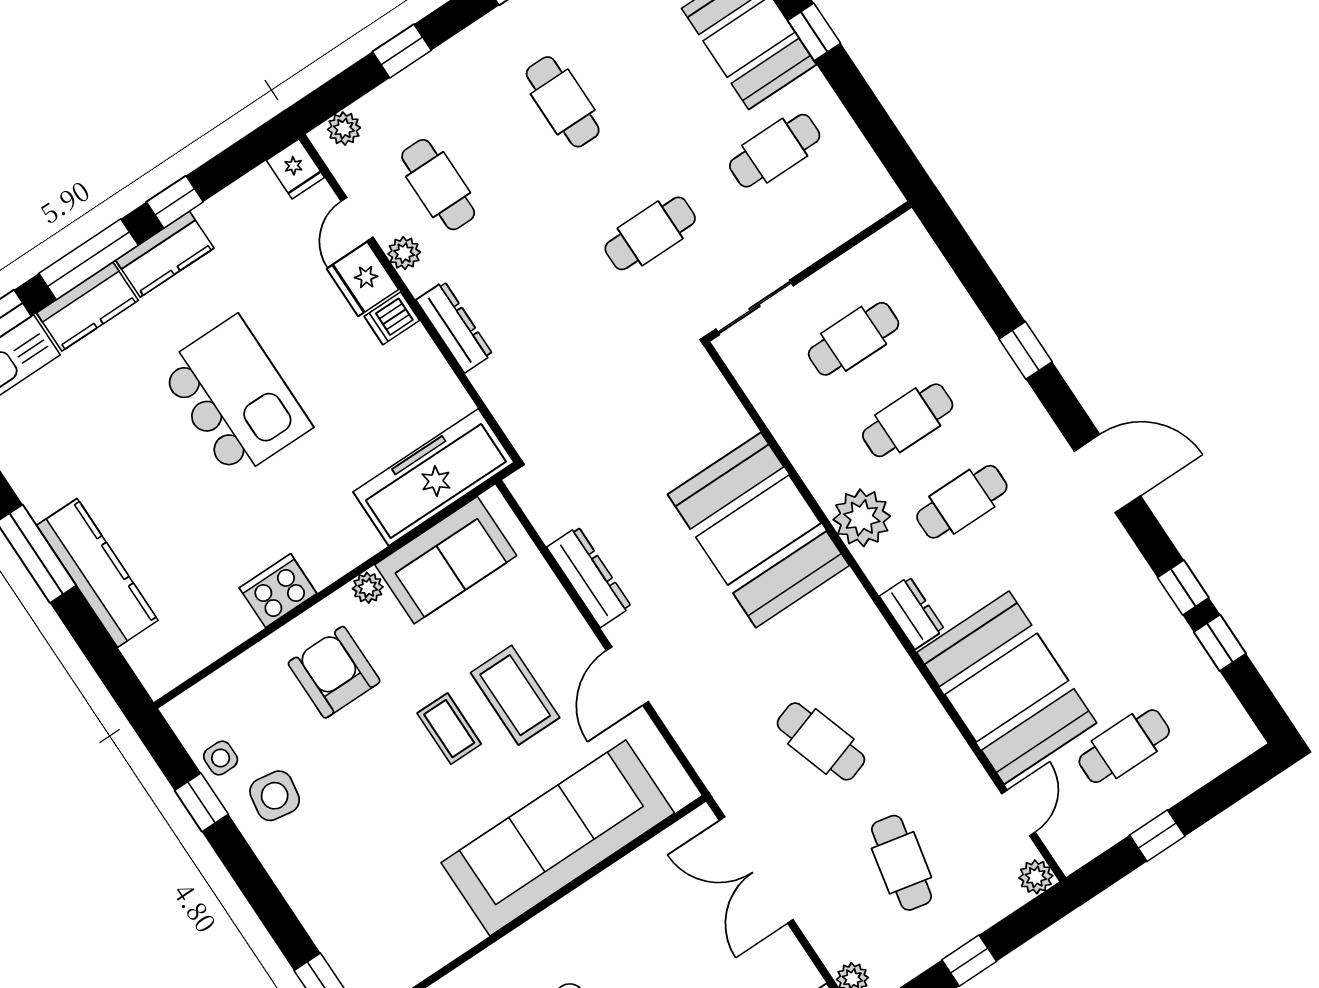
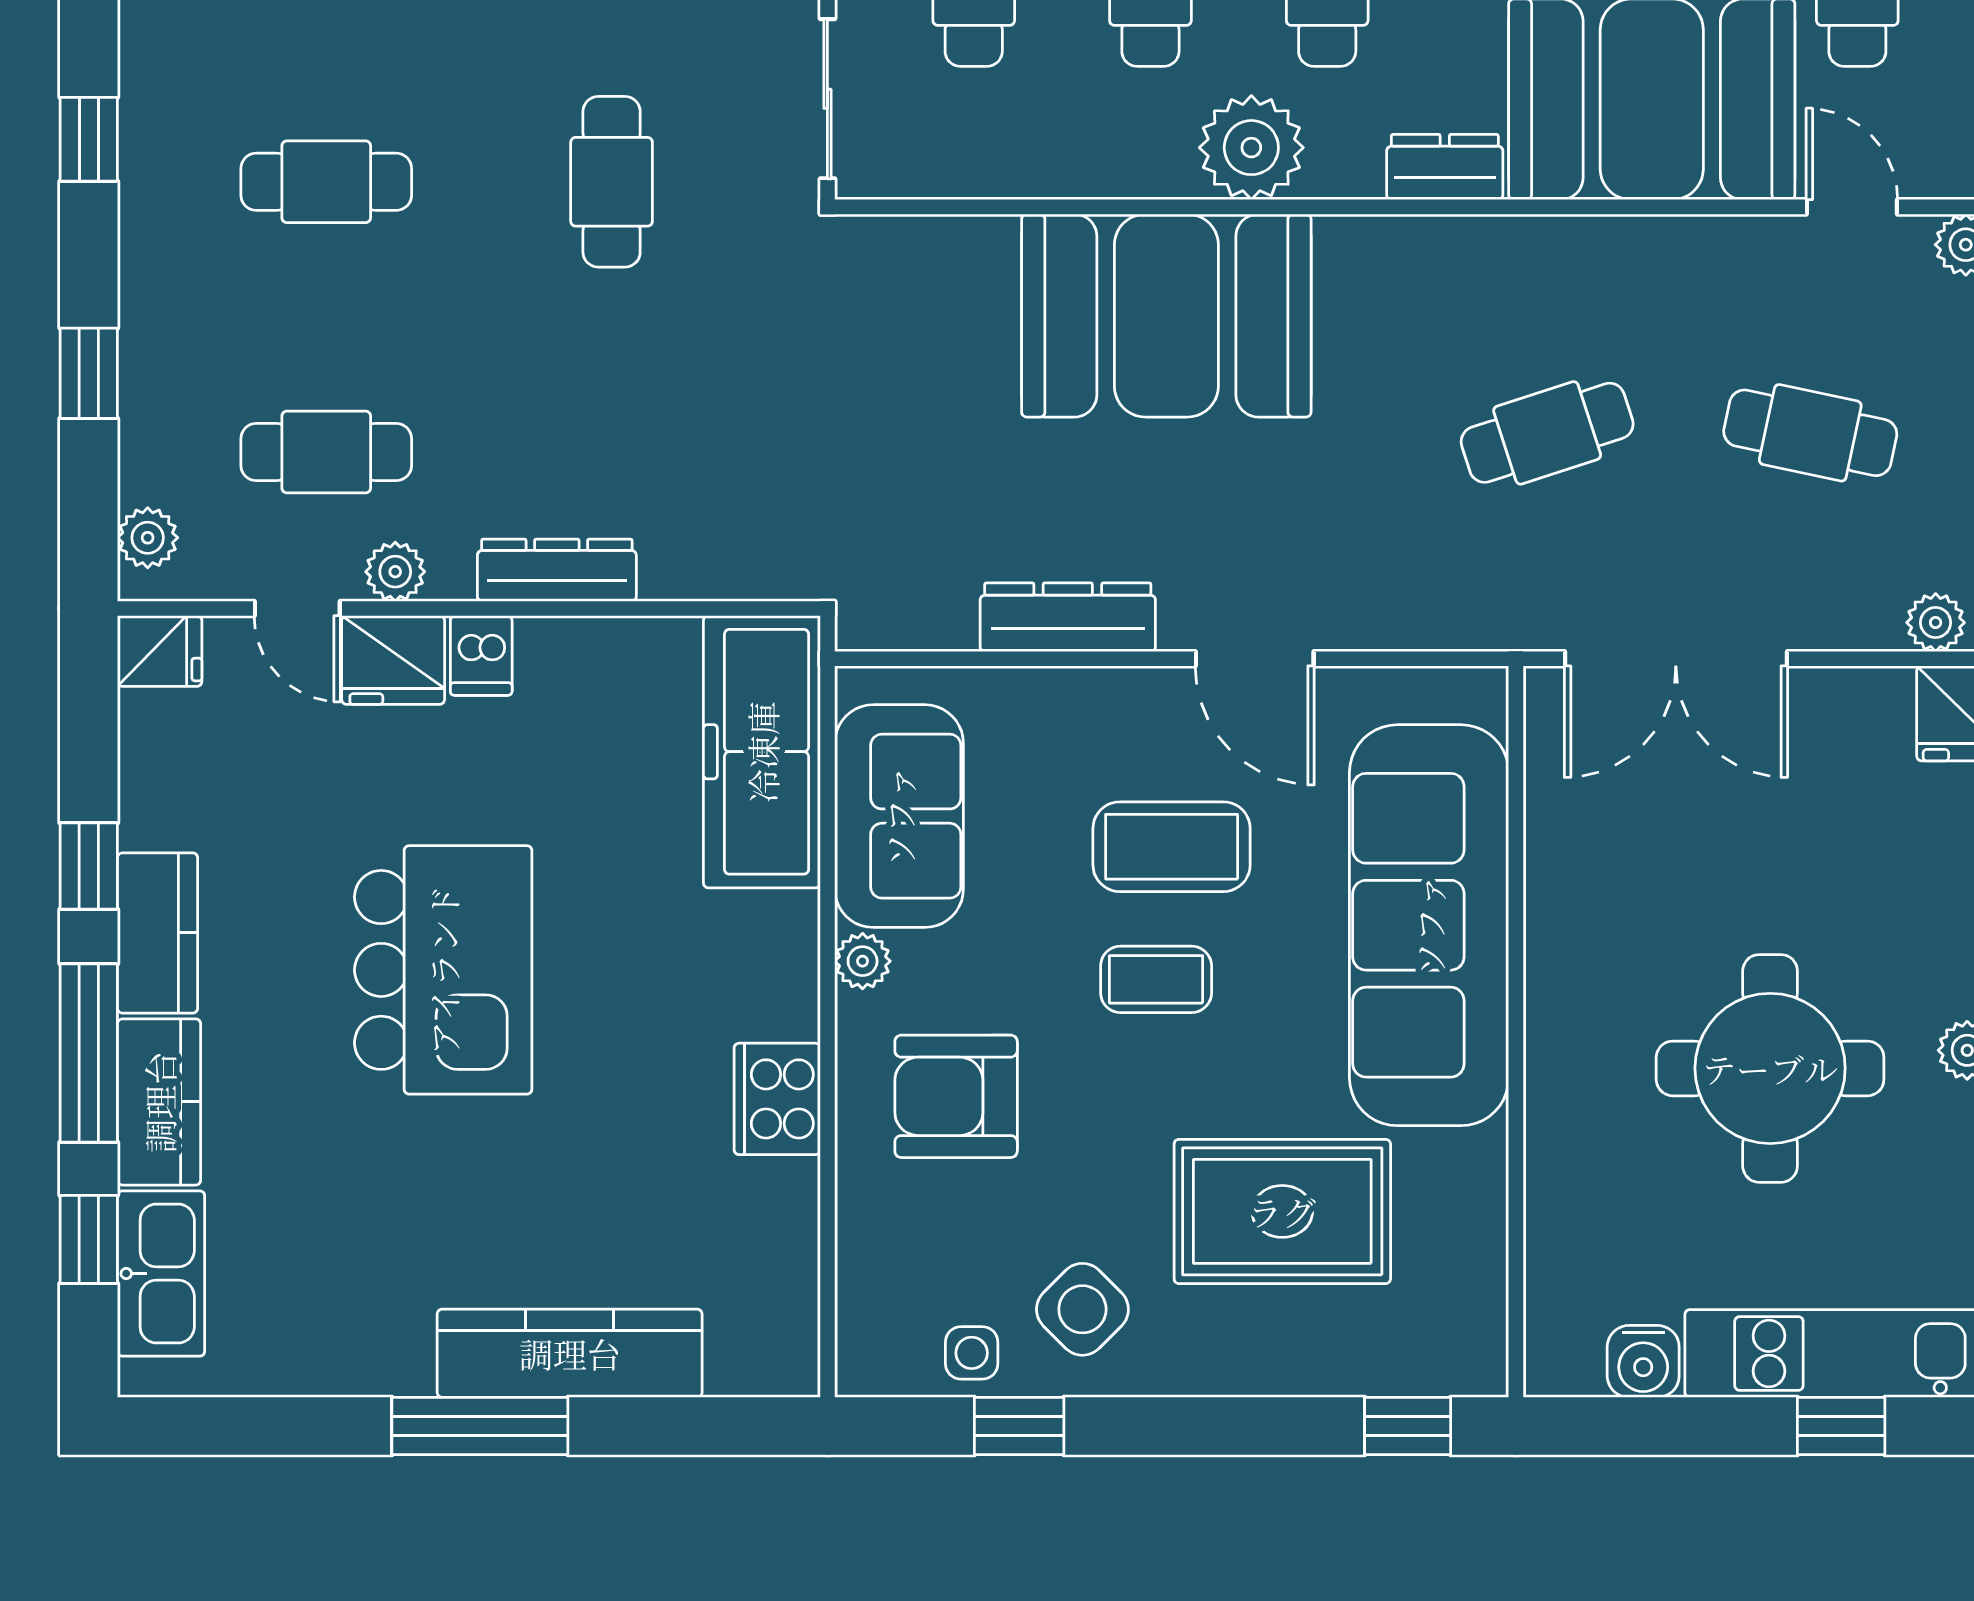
kitchen island: (235, 397) -> (443, 970), turned 90
side table: (275, 796) -> (1082, 1309), turned 36
rug: (381, 858) -> (1282, 1211), added

